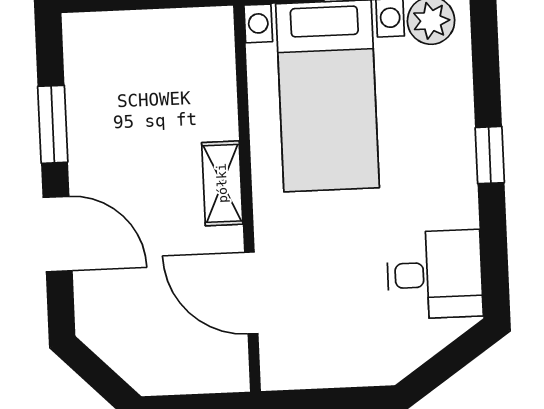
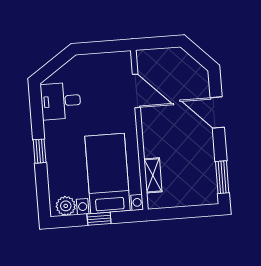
window: (53, 124) -> (222, 177), moved
shelving: (222, 183) -> (153, 175), moved

